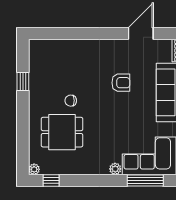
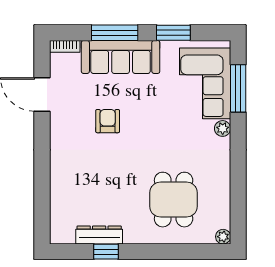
dresser: (35, 76) -> (99, 235), added
chair: (71, 101) -> (132, 188), removed
window: (51, 181) -> (238, 214), removed

